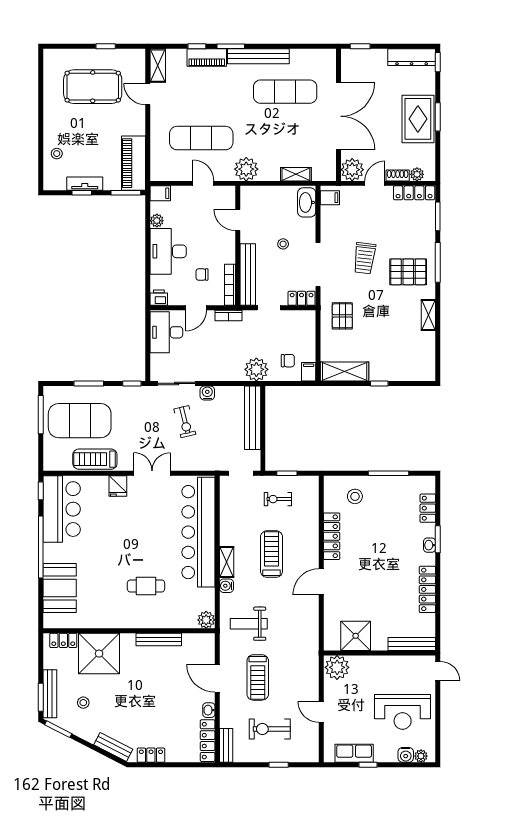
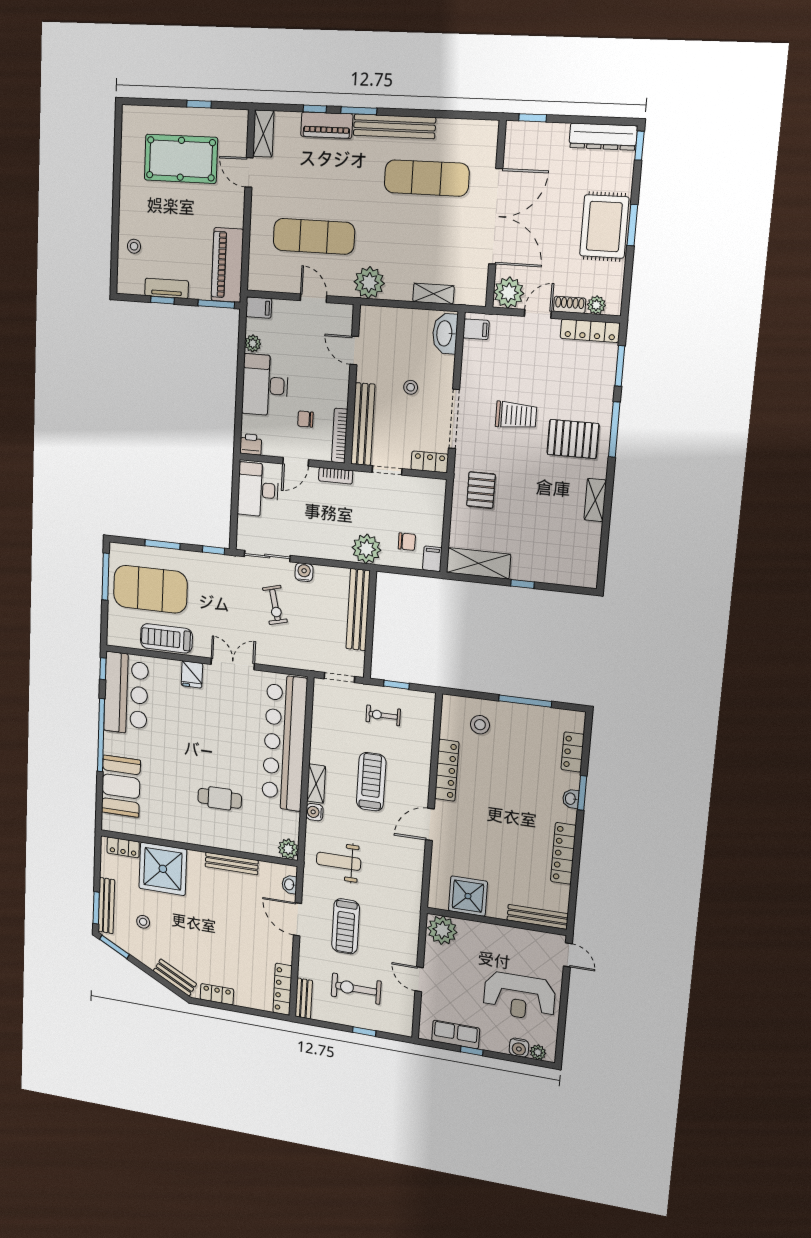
trolley: (365, 258) -> (516, 415), turned -97
washbasin: (209, 710) -> (290, 884), moved

